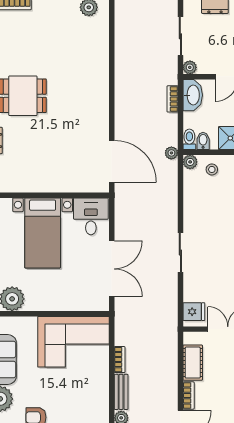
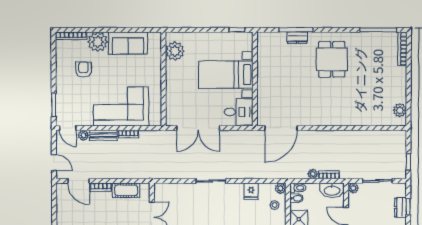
plant: (171, 153) -> (313, 174), moved
fridge: (194, 312) -> (251, 191), moved
corner sofa: (74, 342) -> (121, 106), moved, turned 90

